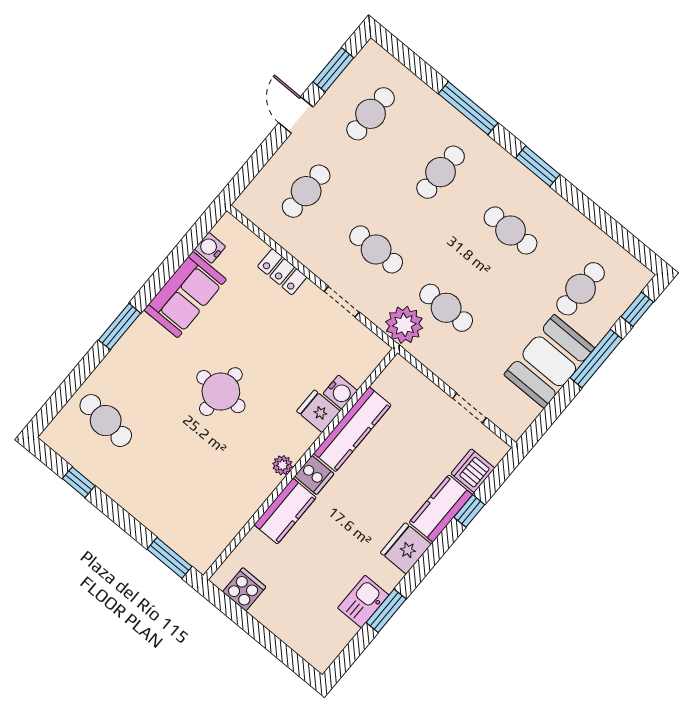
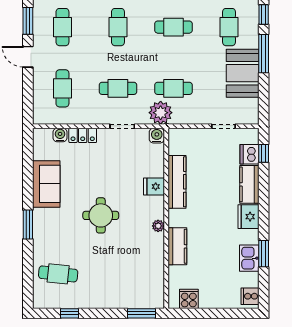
water cooler: (210, 248) -> (60, 135), moved, turned 90
water cooler: (340, 392) -> (157, 136), moved, turned -90
cooker: (314, 475) -> (250, 296), moved, turned 180
window: (469, 511) -> (264, 153), moved

